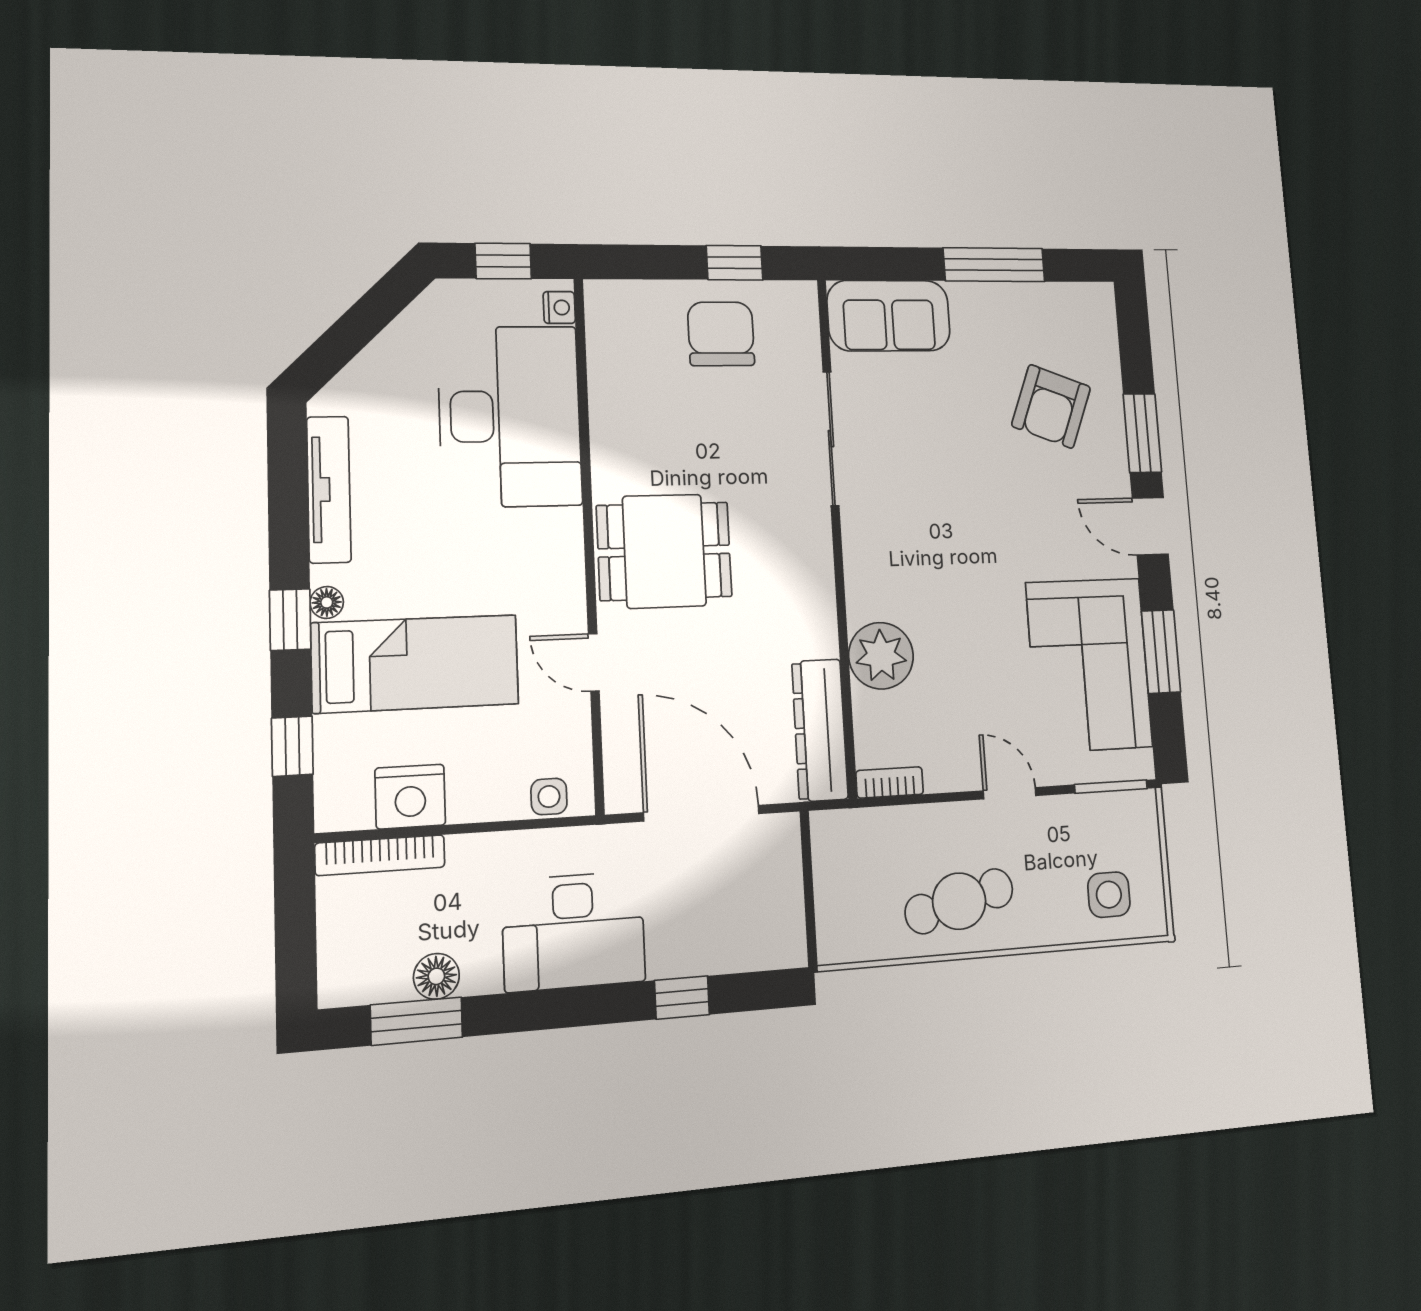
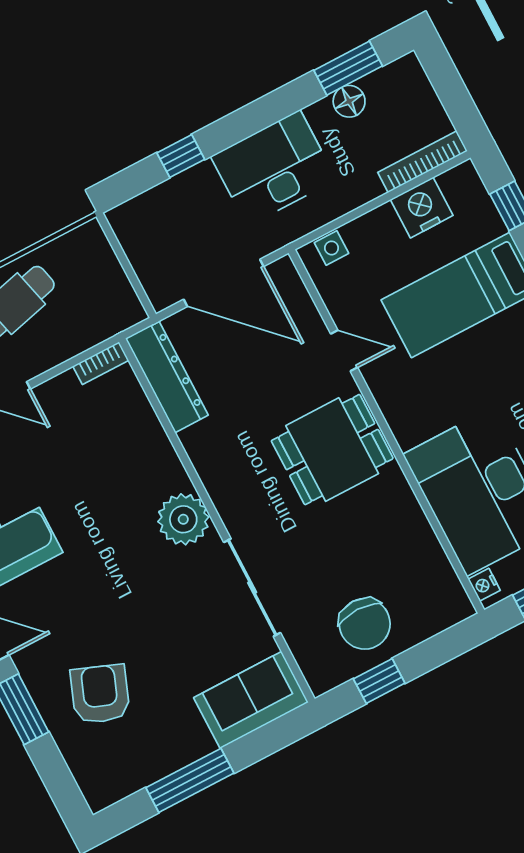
plant: (881, 656) -> (183, 519), moved

